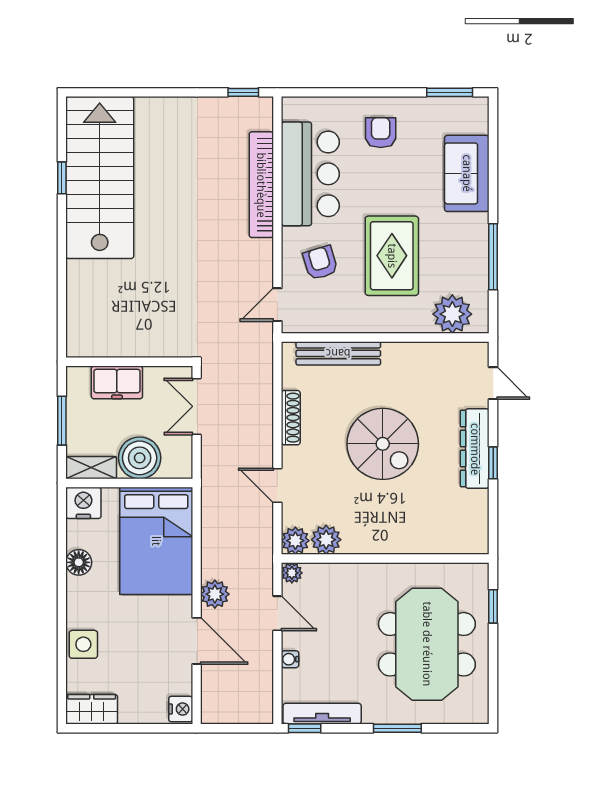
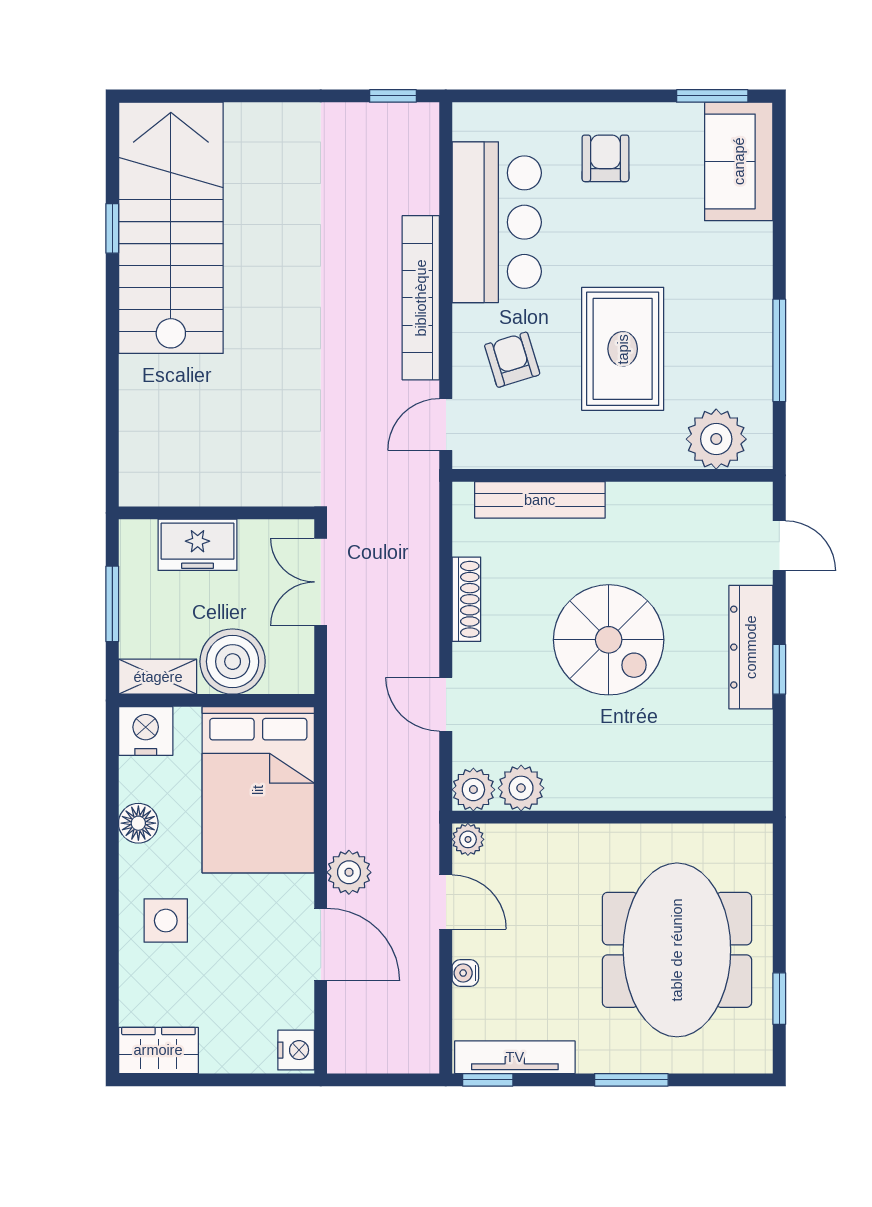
sofa: (467, 173) -> (739, 161), moved
bookcase: (261, 185) -> (421, 298), moved
window: (493, 606) -> (779, 999), moved
side table: (83, 644) -> (166, 921), moved

